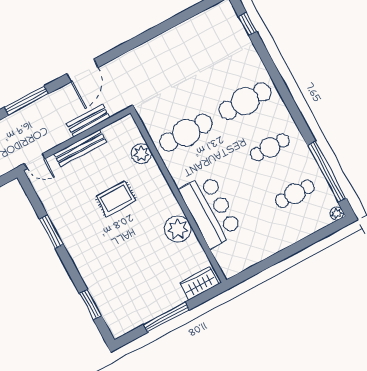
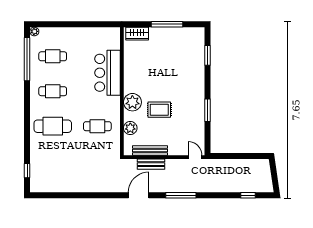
cafe table: (186, 133) -> (97, 126), width x0.73, depth x0.74
bench: (80, 148) -> (150, 151), moved
plant: (178, 229) -> (132, 102), moved

